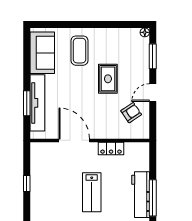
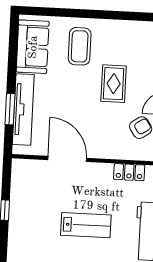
locker: (111, 148) -> (129, 172), moved
lab bench: (92, 192) -> (86, 225), turned -90

